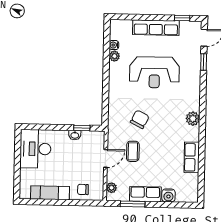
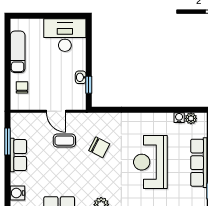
plant: (114, 56) -> (191, 118), moved
plant: (112, 188) -> (24, 118), removed
water cooler: (168, 195) -> (17, 193), moved

